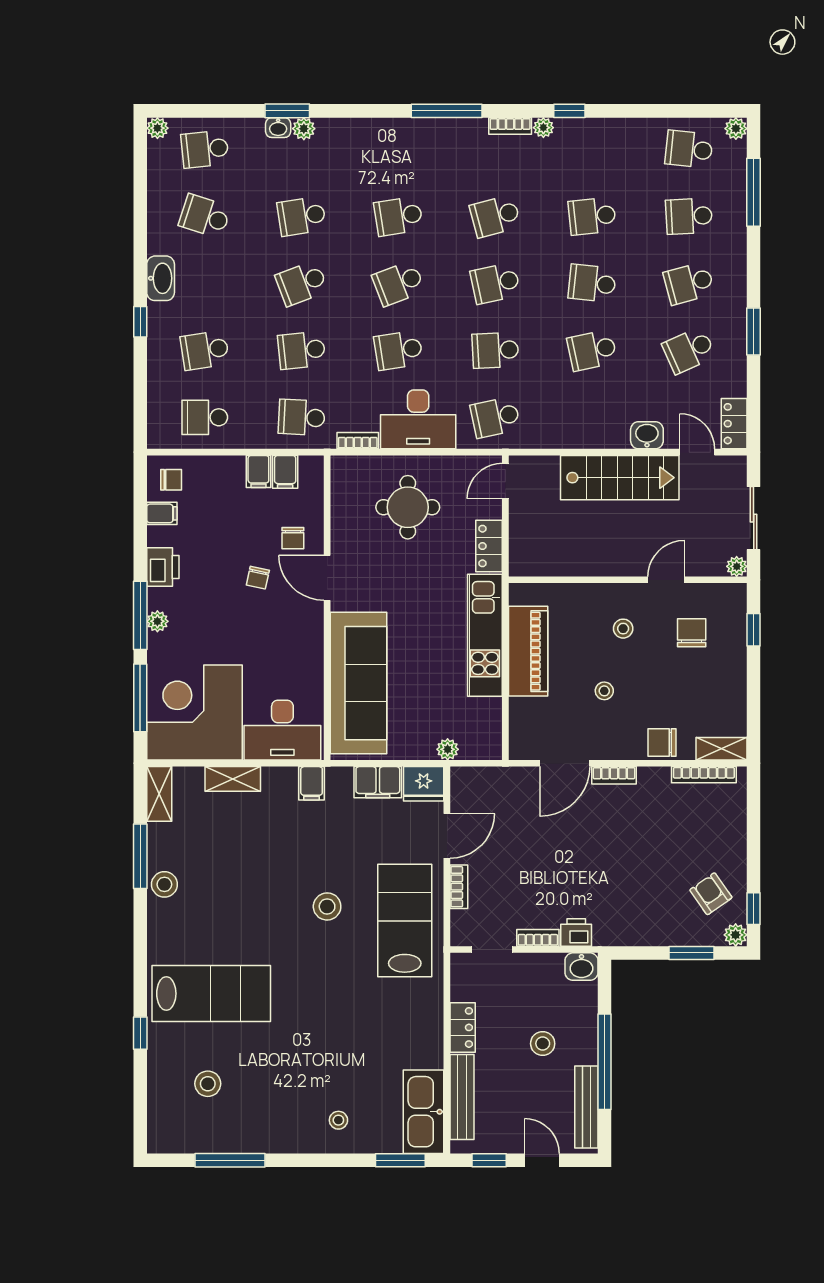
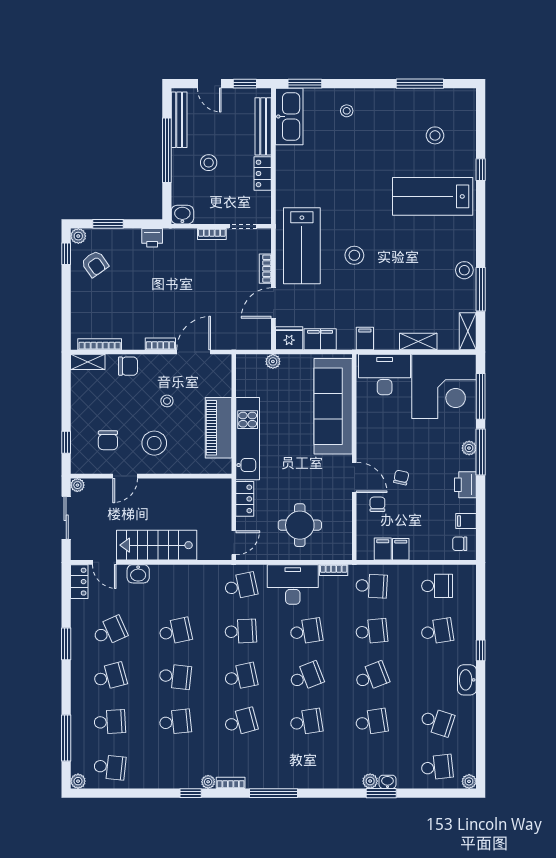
stool: (623, 629) -> (154, 443), width x1.89, depth x1.89
printer: (576, 932) -> (152, 238), moved

